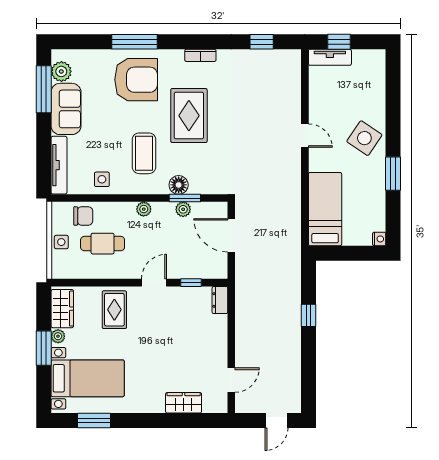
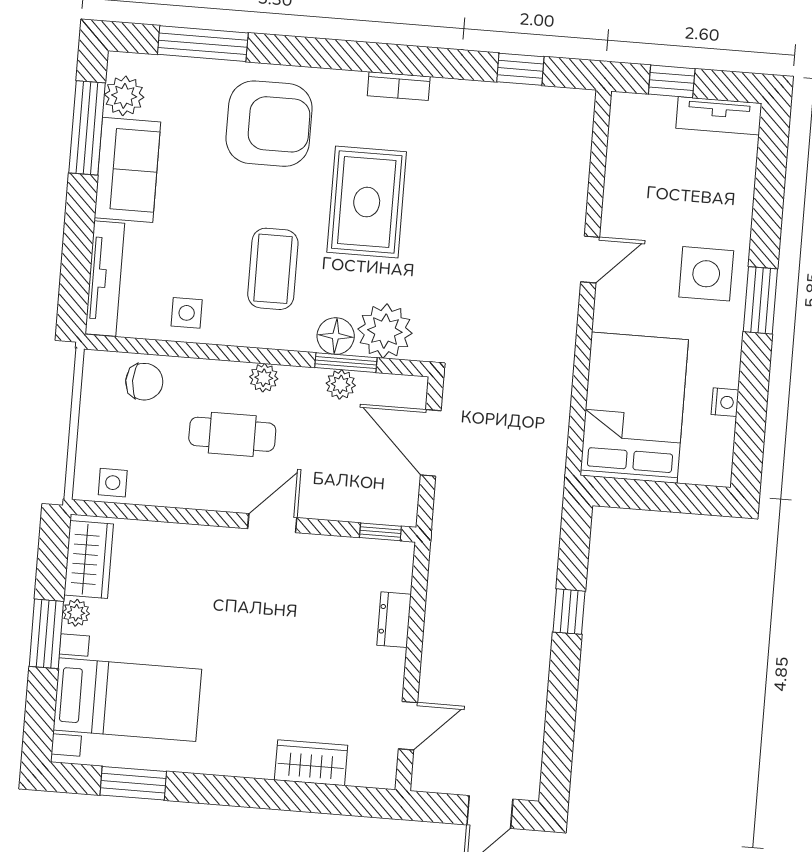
window: (134, 42) -> (203, 44), moved
tv unit: (330, 57) -> (719, 116), moved
door: (305, 136) -> (590, 259), hinge flipped
side table: (364, 138) -> (706, 274), turned -34
window: (393, 174) -> (760, 300), moved
plant: (203, 180) -> (385, 331), added
bed: (325, 209) -> (634, 408), width x1.50
nightstand: (379, 239) -> (725, 402), moved
side table: (61, 242) -> (113, 483), moved
cafe table: (103, 244) -> (232, 434), moved
window: (191, 283) -> (380, 532), moved
dresser: (220, 300) -> (394, 620), moved
rug: (114, 310) -> (190, 570), removed

